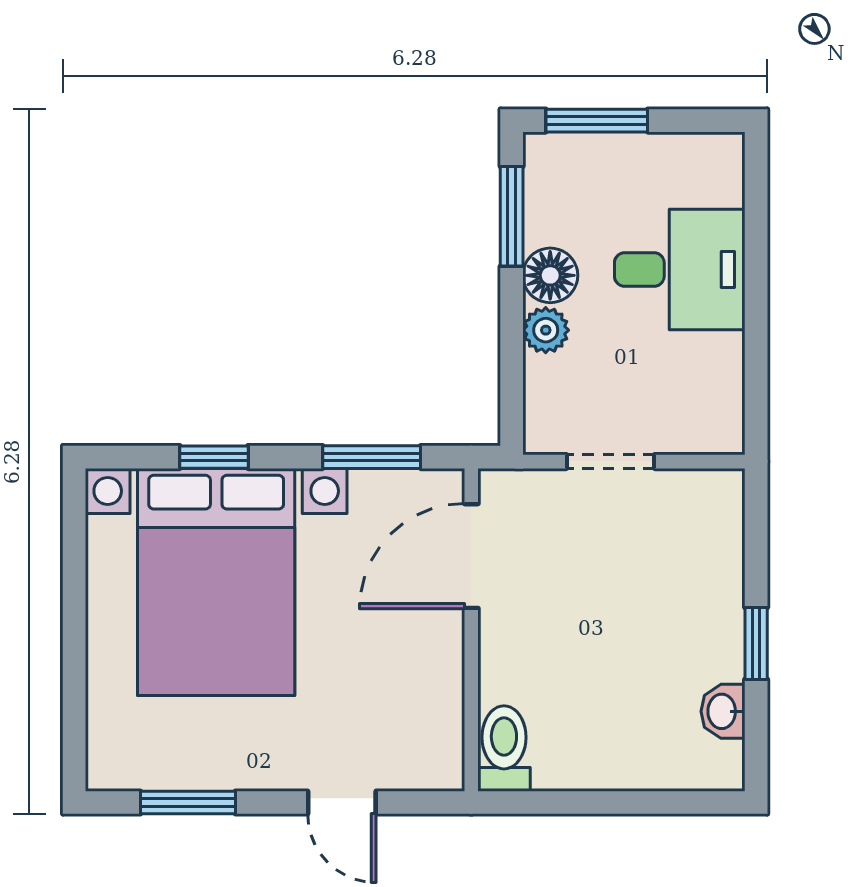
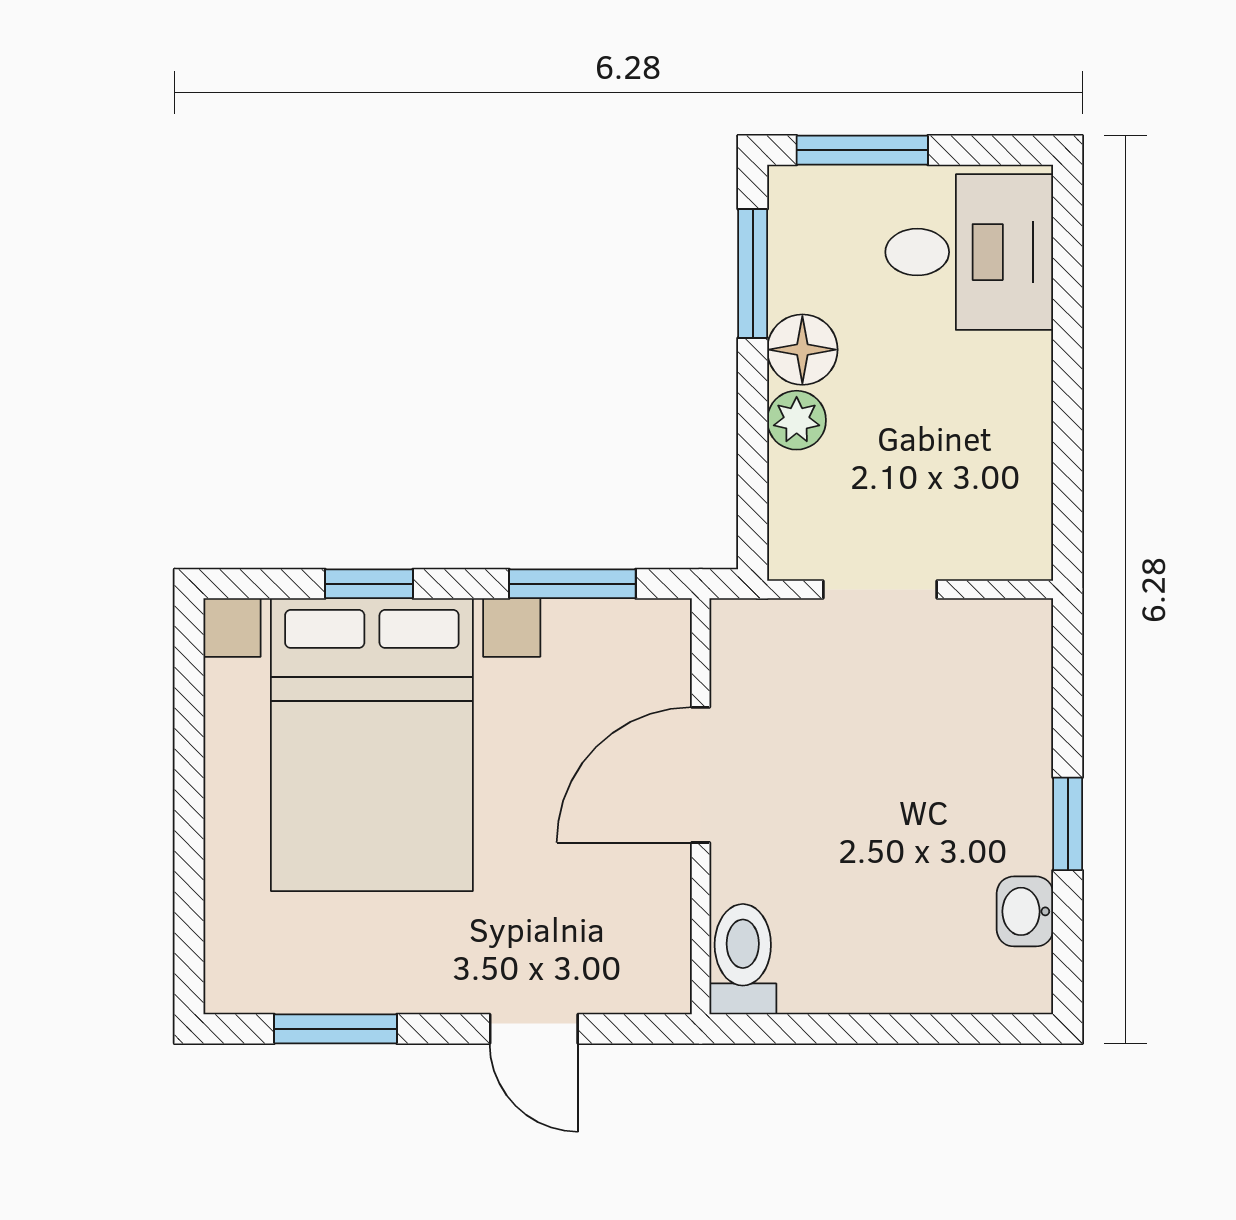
desk: (680, 270) -> (969, 252), moved
door: (471, 556) -> (701, 775), moved

